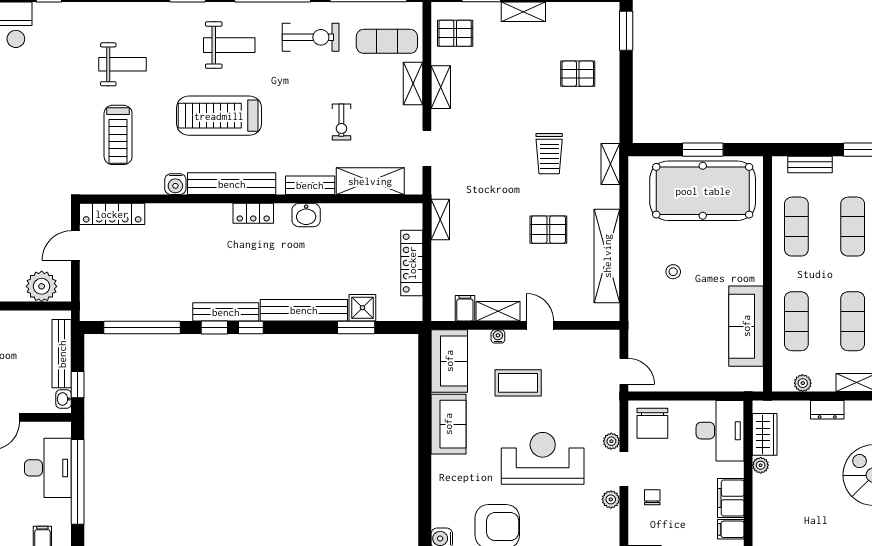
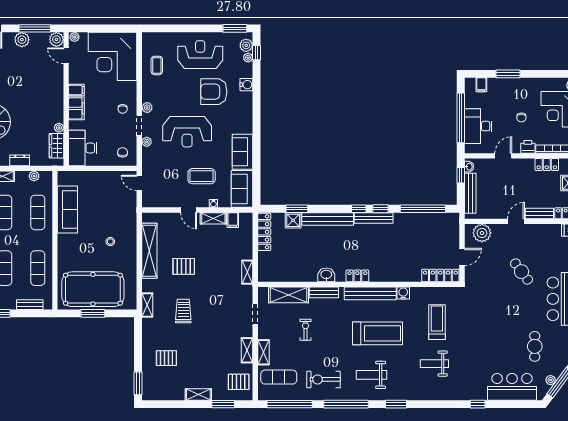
locker: (412, 263) -> (264, 232), moved
chair: (652, 423) -> (123, 152), width x0.54, depth x0.54

